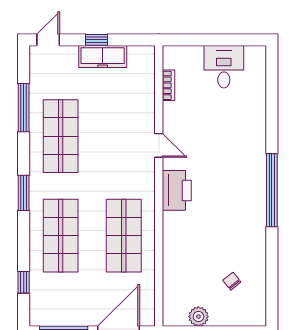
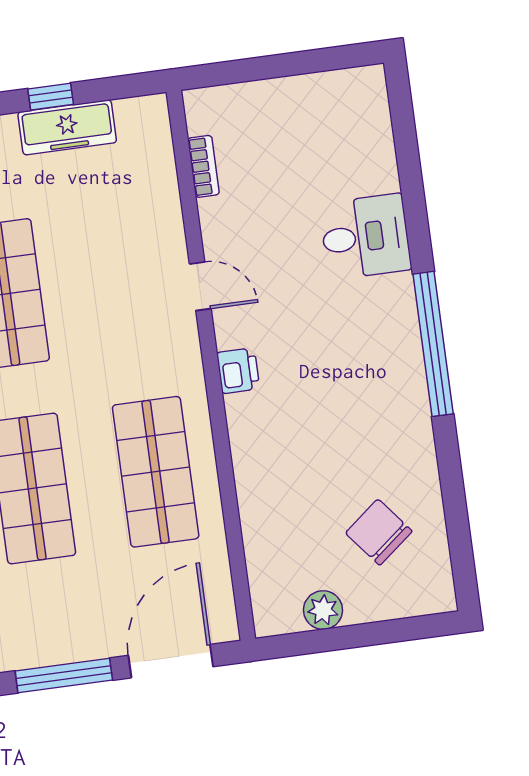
desk: (224, 67) -> (365, 237), moved, turned 90
printer: (177, 190) -> (238, 371), width x0.53, depth x0.68
chair: (232, 281) -> (379, 532), width x1.87, depth x1.87

